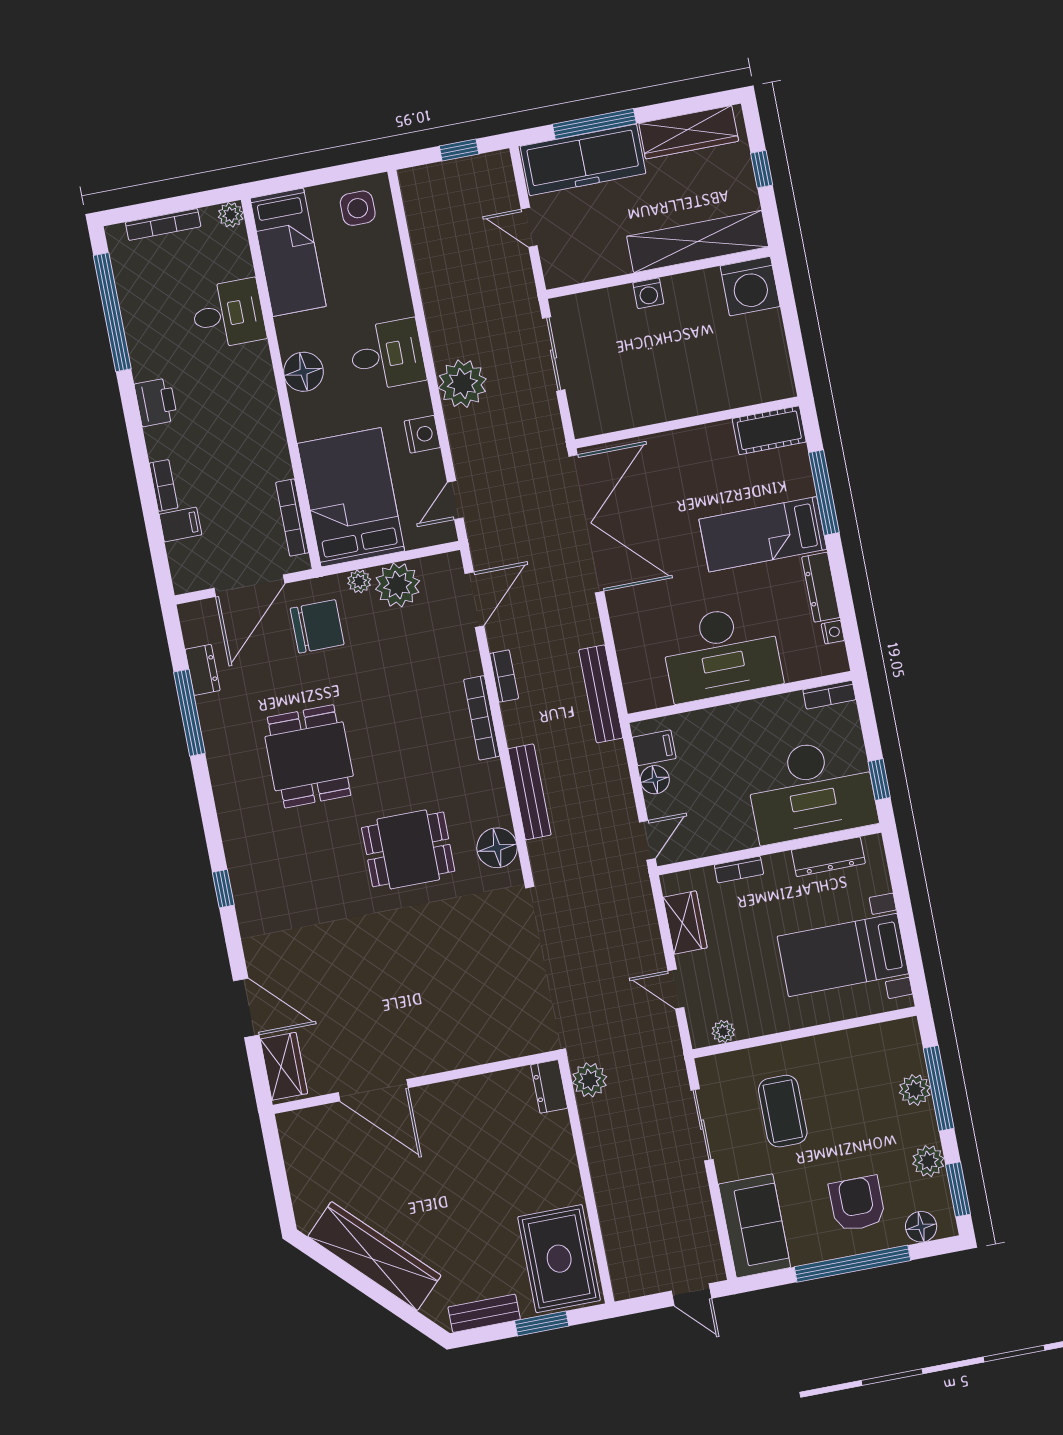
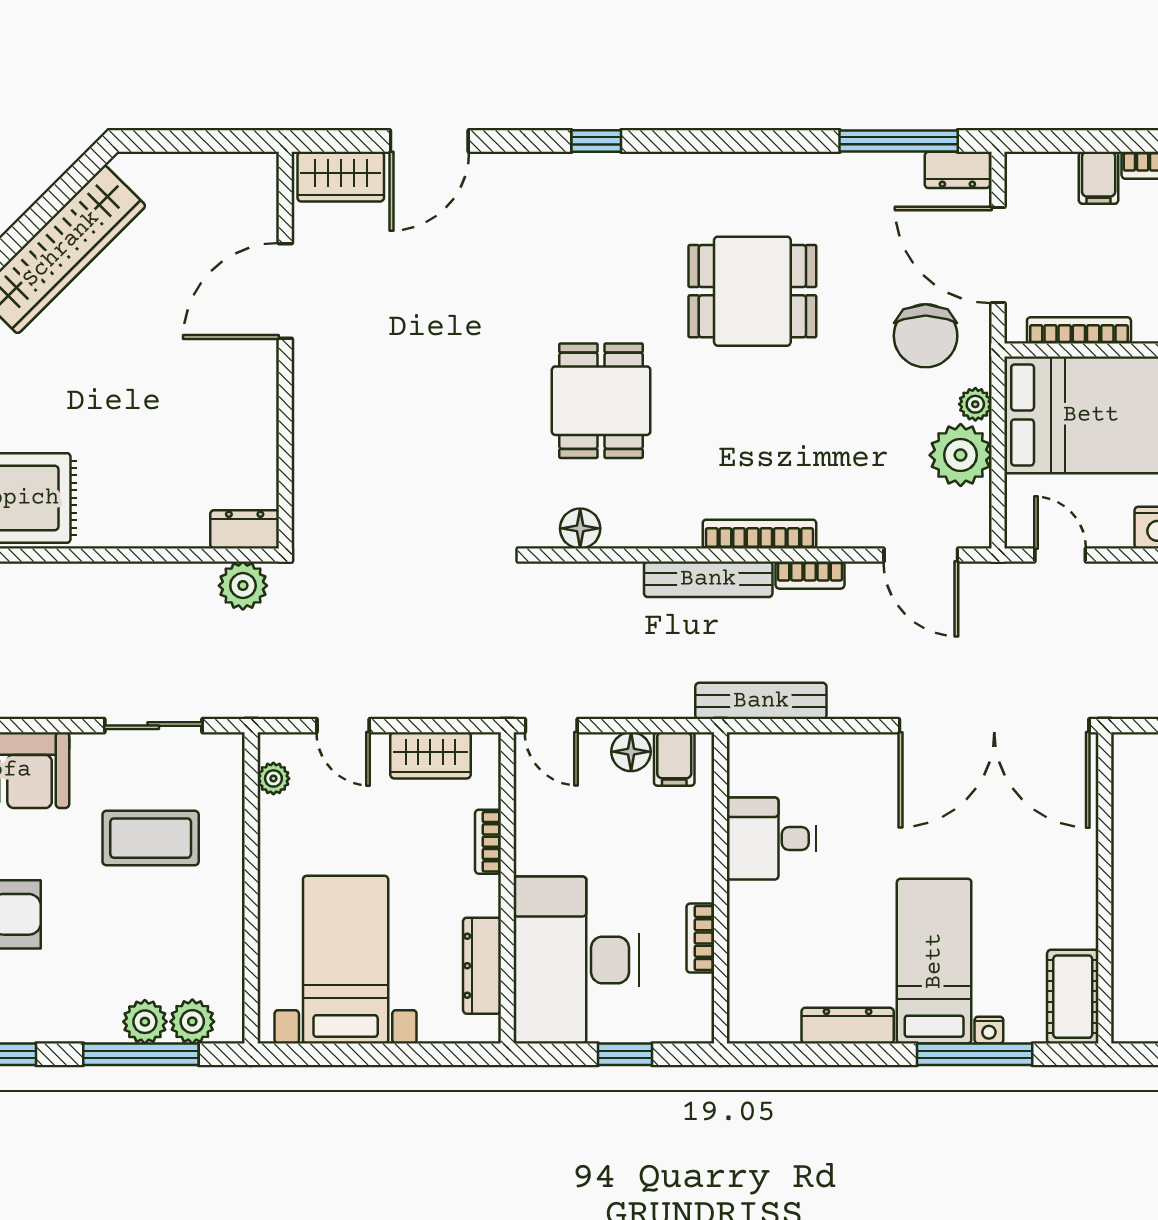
nightstand: (833, 632) -> (989, 1030), moved
desk: (721, 653) -> (771, 838), width x0.53, depth x0.77
dresser: (203, 670) -> (957, 170), moved
bookcase: (829, 695) -> (700, 938), moved
window: (189, 713) -> (899, 141), moved
window: (879, 779) -> (625, 1054), moved
bench: (529, 792) -> (708, 579), moved
floor lamp: (497, 848) -> (580, 528), width x0.73, depth x0.73
door: (676, 989) -> (343, 726), swing flipped
plant: (928, 1161) -> (192, 1022), moved

